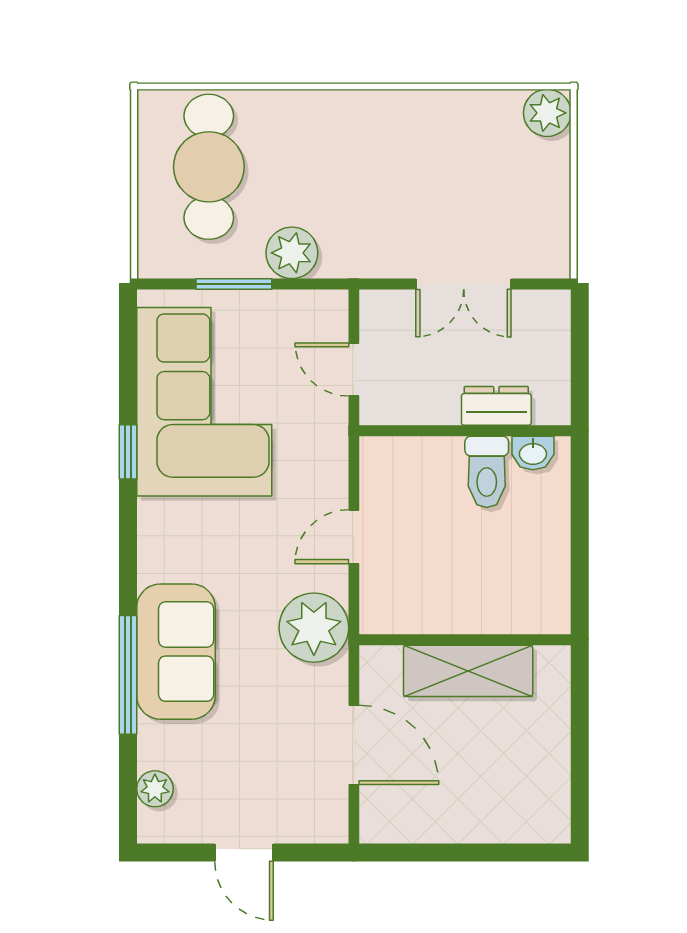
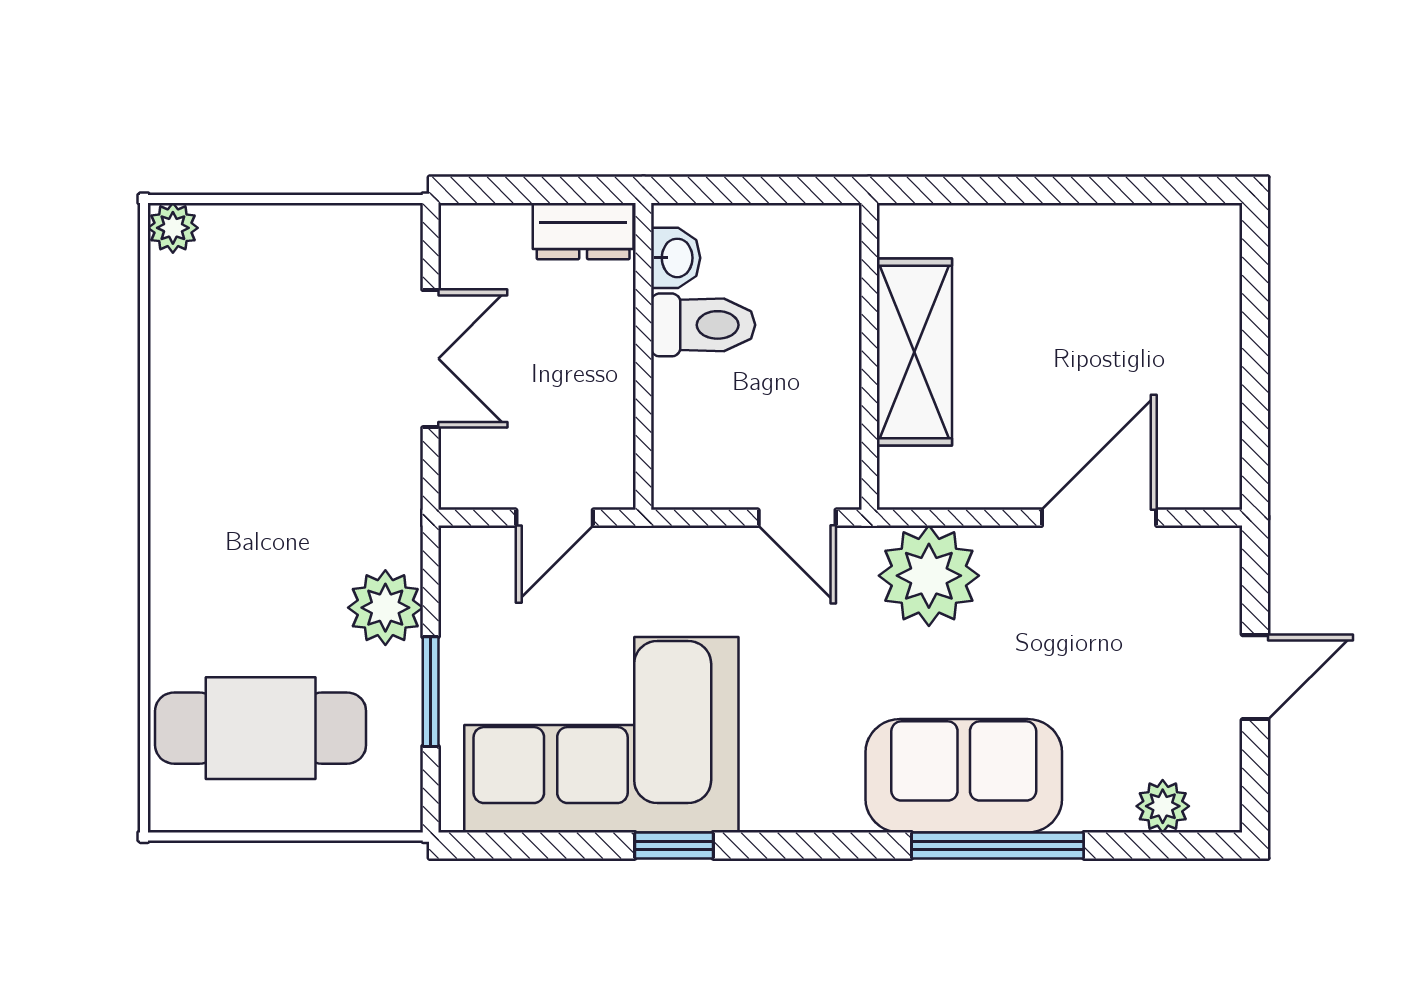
plant: (547, 113) -> (173, 228), width x0.73, depth x0.73
dresser: (496, 406) -> (583, 231), moved, turned -90
wall: (465, 640) -> (869, 356), moved
shelving: (468, 671) -> (914, 352), moved

